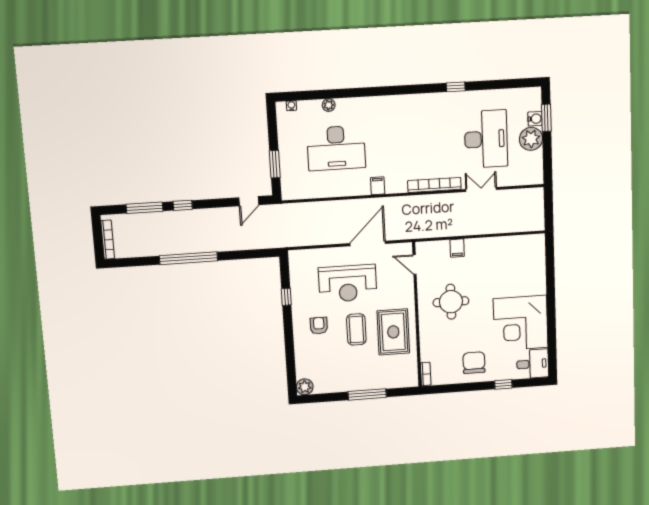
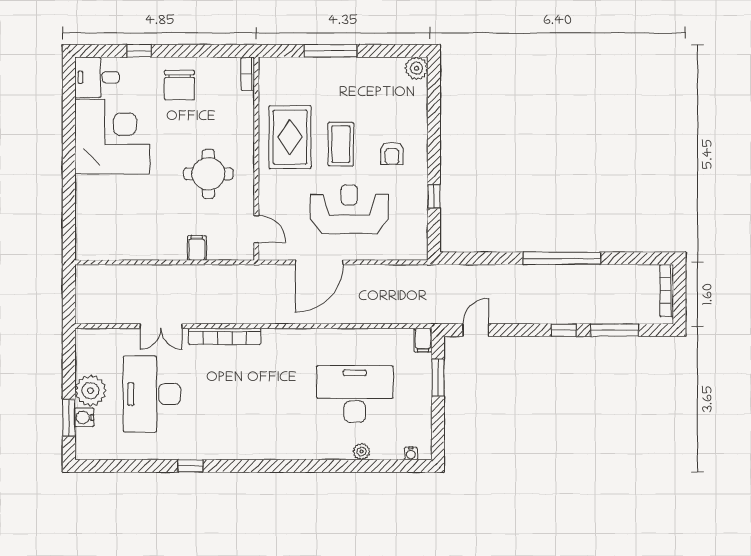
filing cabinet: (378, 186) -> (423, 340), moved

